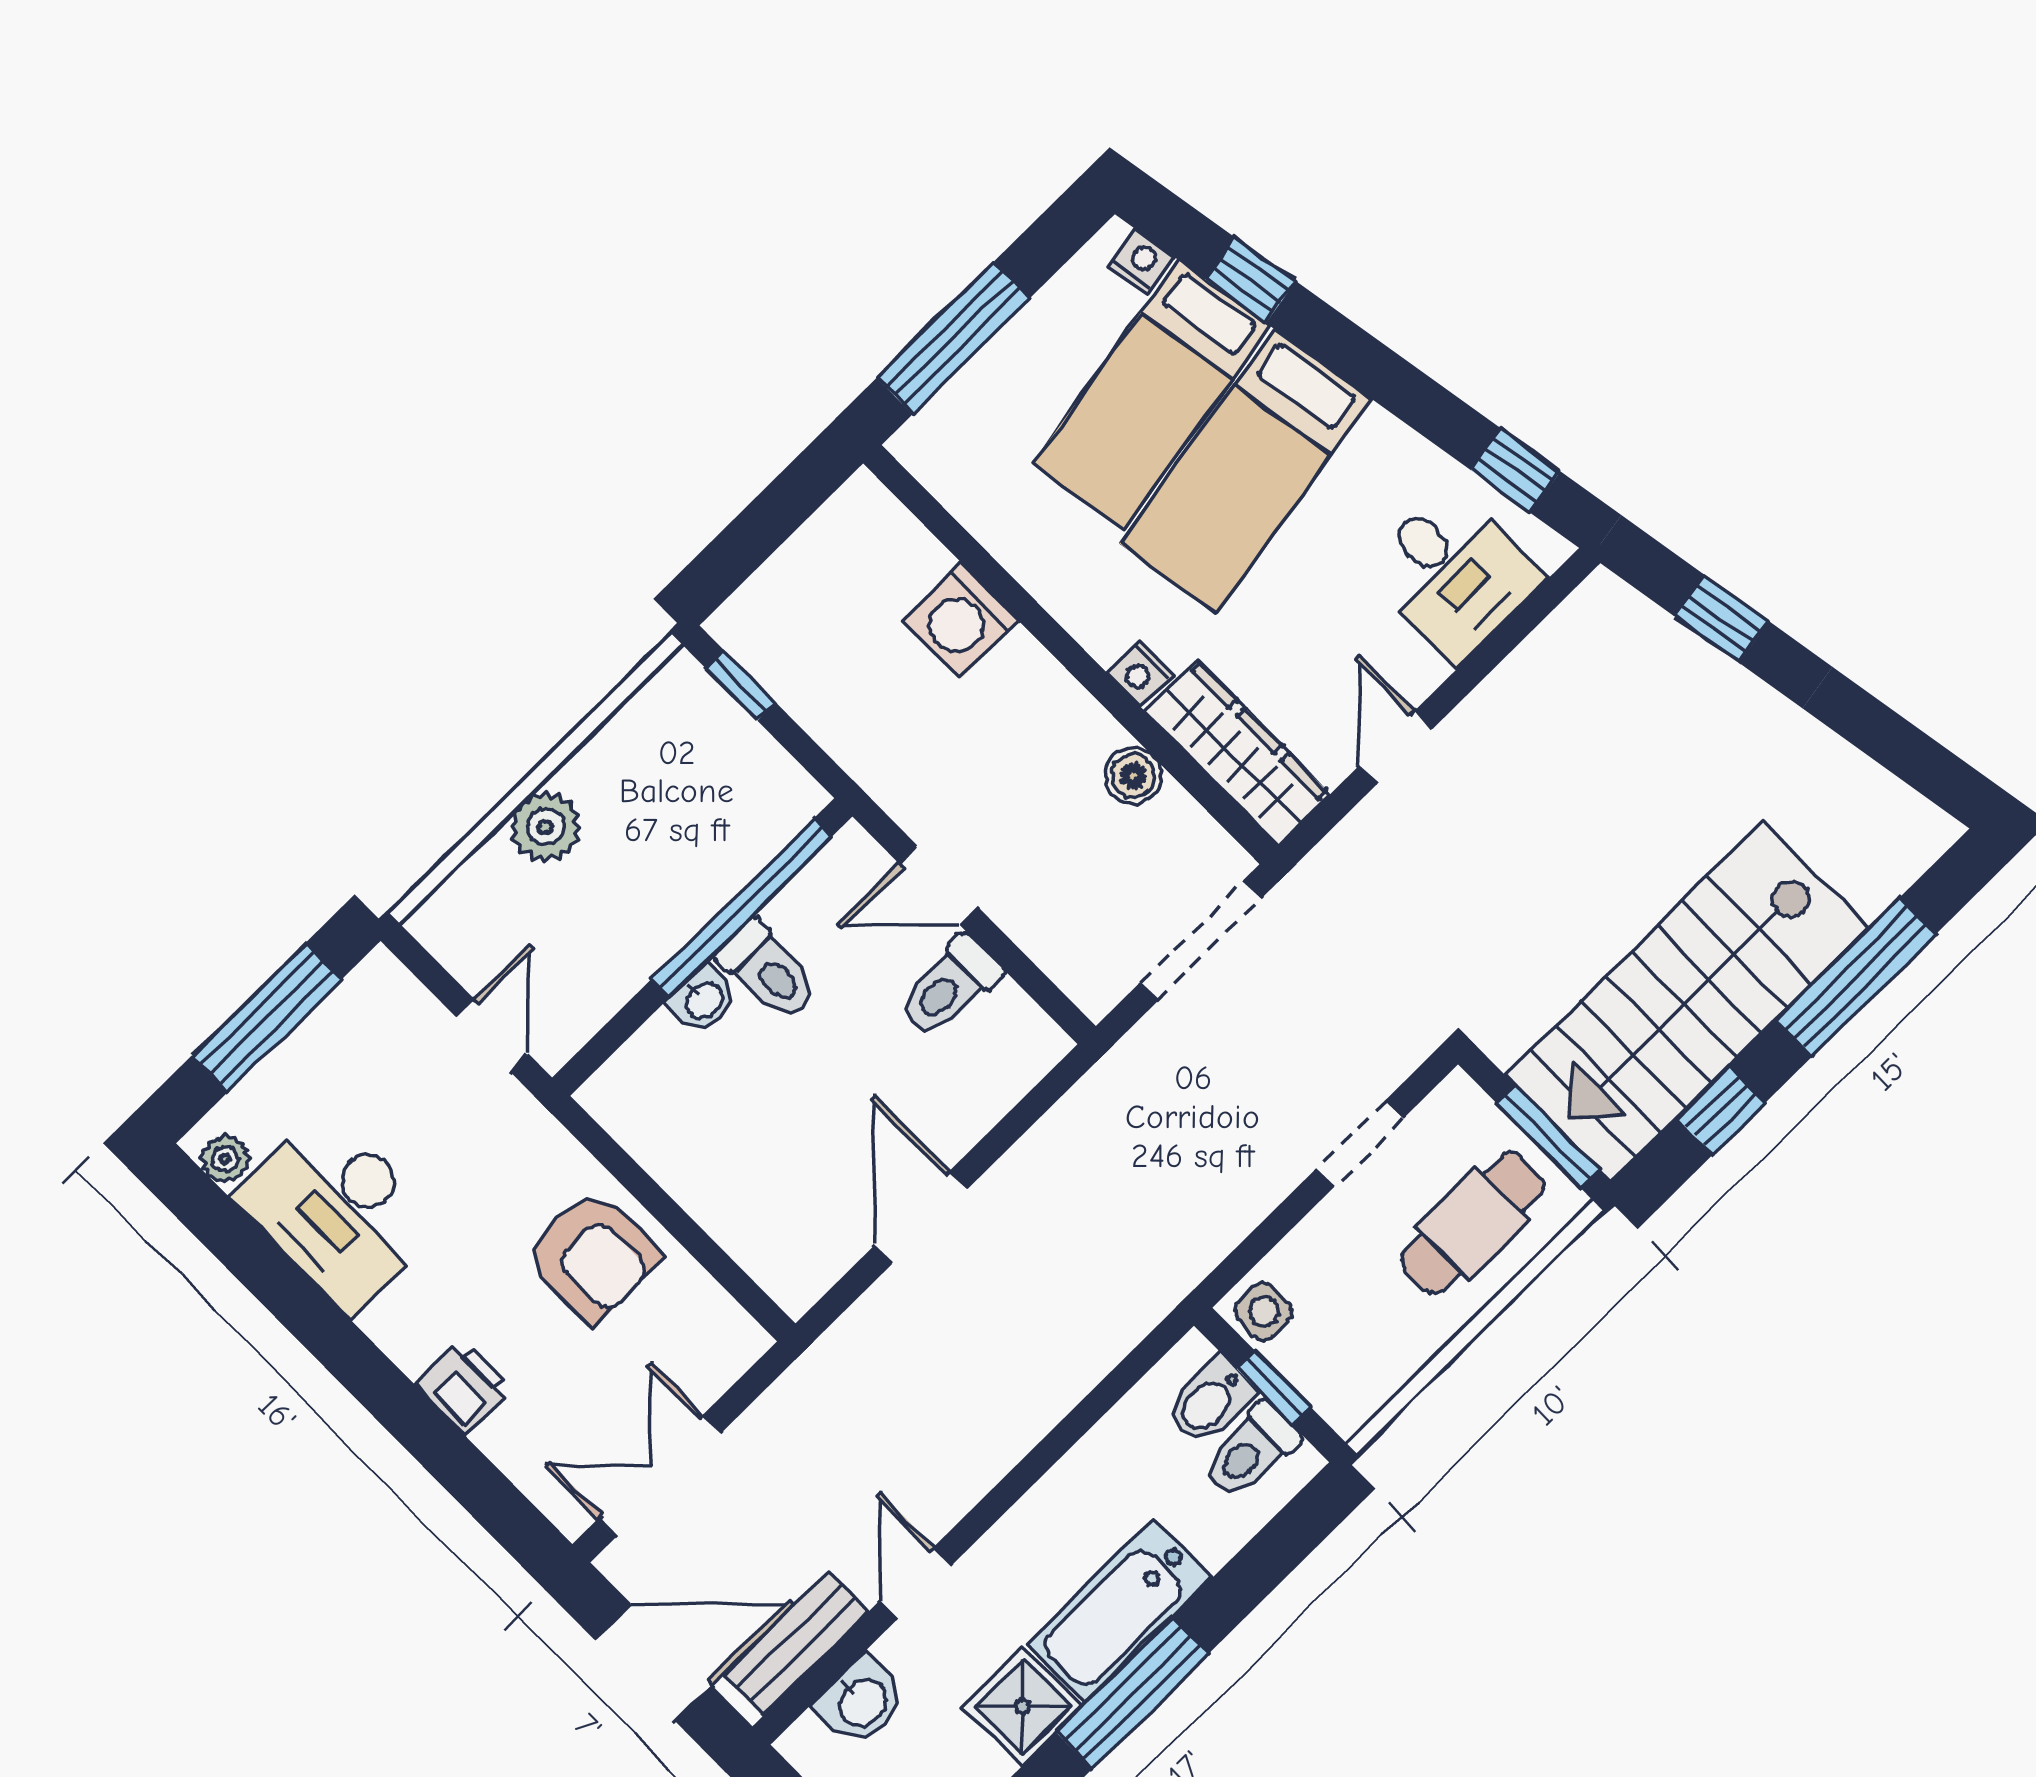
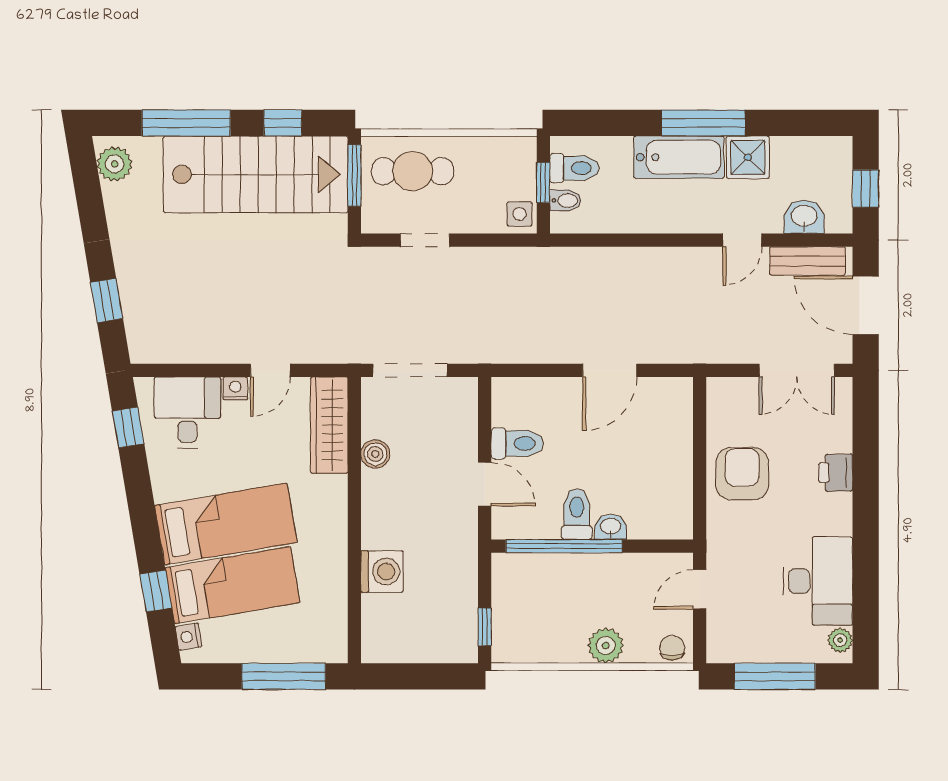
nightstand: (1140, 674) -> (235, 388), moved, turned -90
plant: (1899, 821) -> (115, 164), added
chair: (449, 916) -> (672, 648), added
bidet: (1210, 1402) -> (565, 200), width x0.72, depth x0.74

